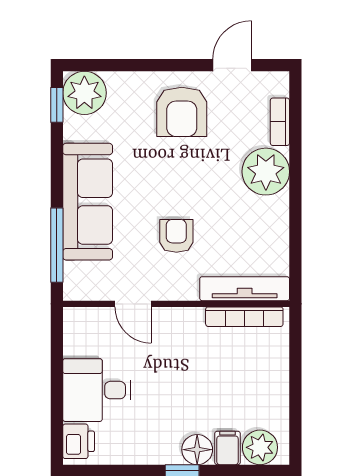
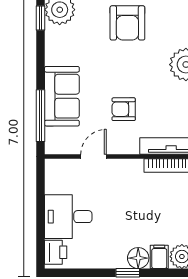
sofa: (88, 202) -> (62, 96), width x0.73
armchair: (176, 236) -> (124, 109), turned -90
door: (133, 304) -> (94, 157), swing flipped

